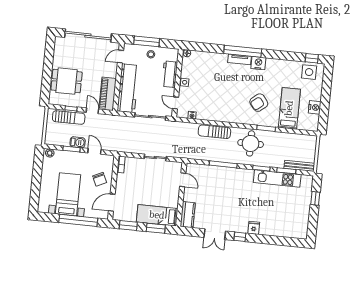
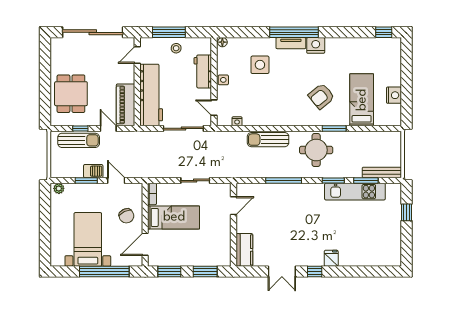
side table: (309, 72) -> (260, 65), moved
dining table: (67, 81) -> (71, 94), turned 90
door: (183, 180) -> (234, 206), hinge flipped
bed: (157, 215) -> (174, 217), moved, turned 180

